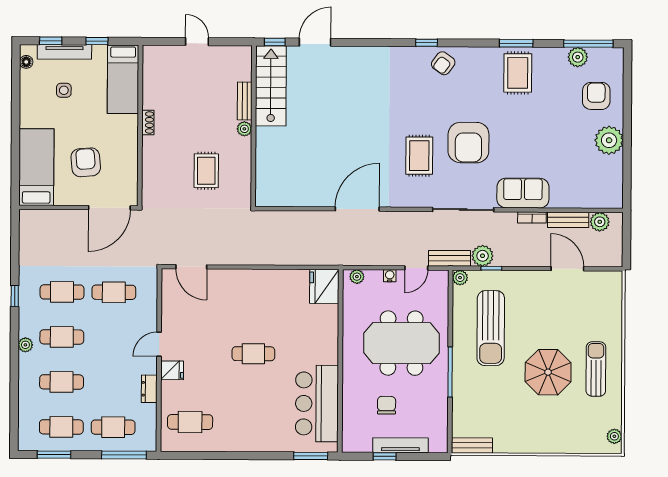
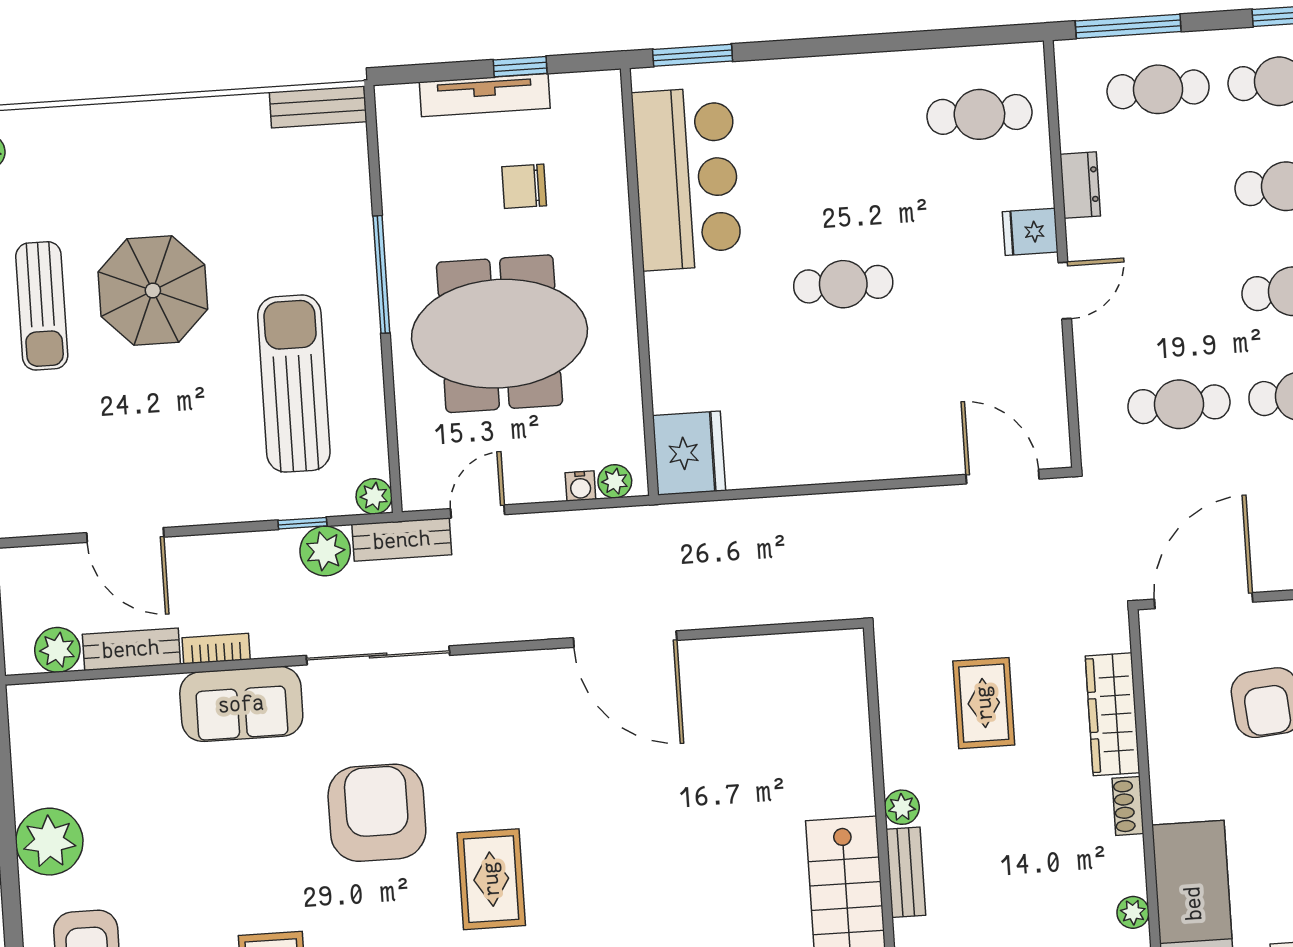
plant: (149, 77) -> (1133, 912), added
rug: (419, 156) -> (491, 879), moved
wardrobe: (152, 162) -> (1113, 714), added
door: (357, 209) -> (625, 639), hinge flipped
water cooler: (390, 276) -> (580, 486), moved
chair: (387, 405) -> (524, 186), turned 90

